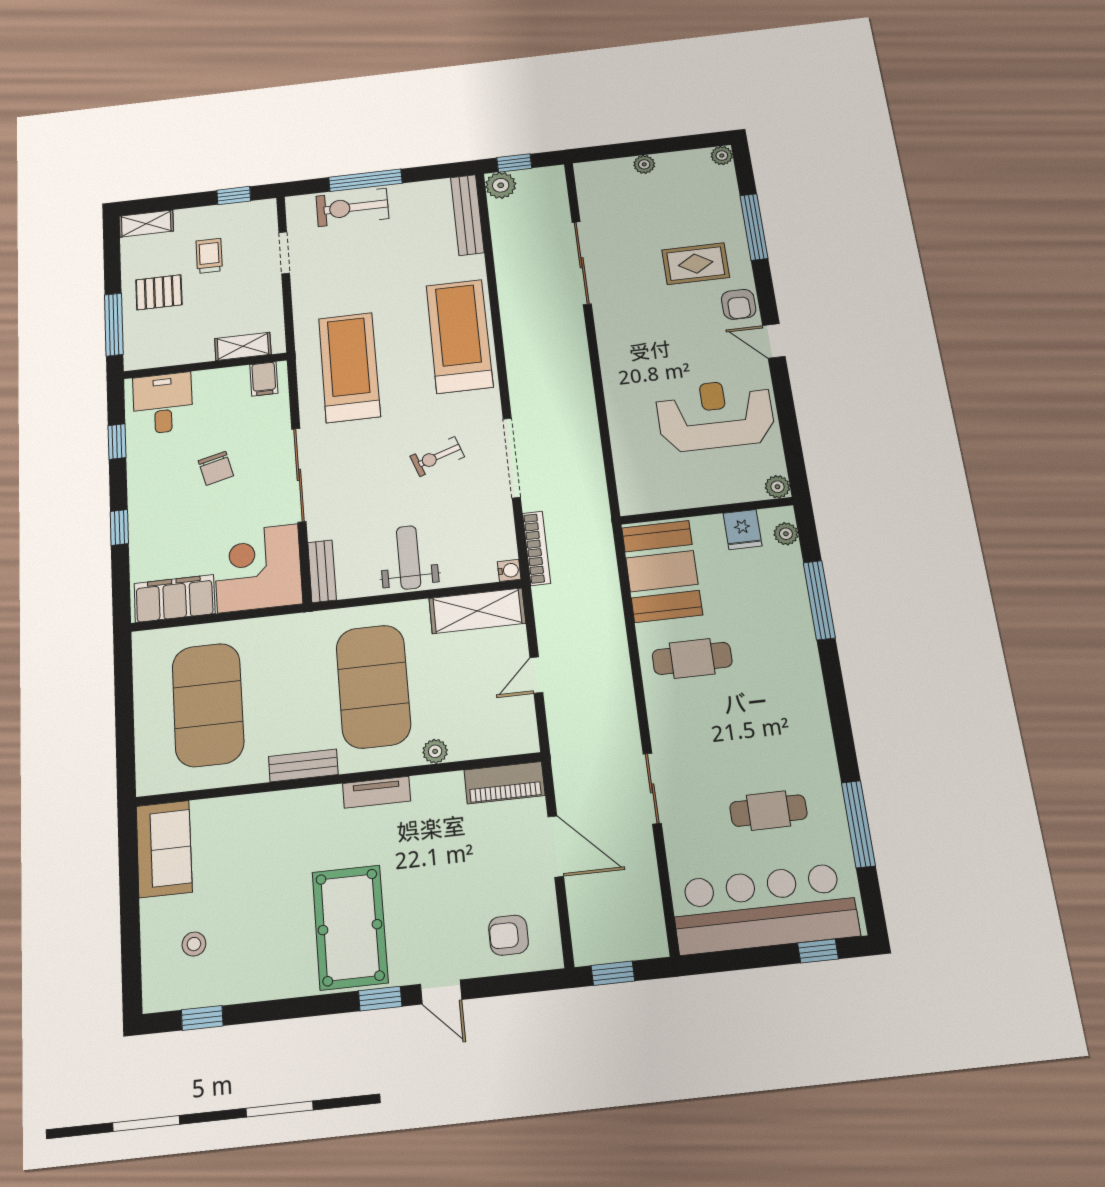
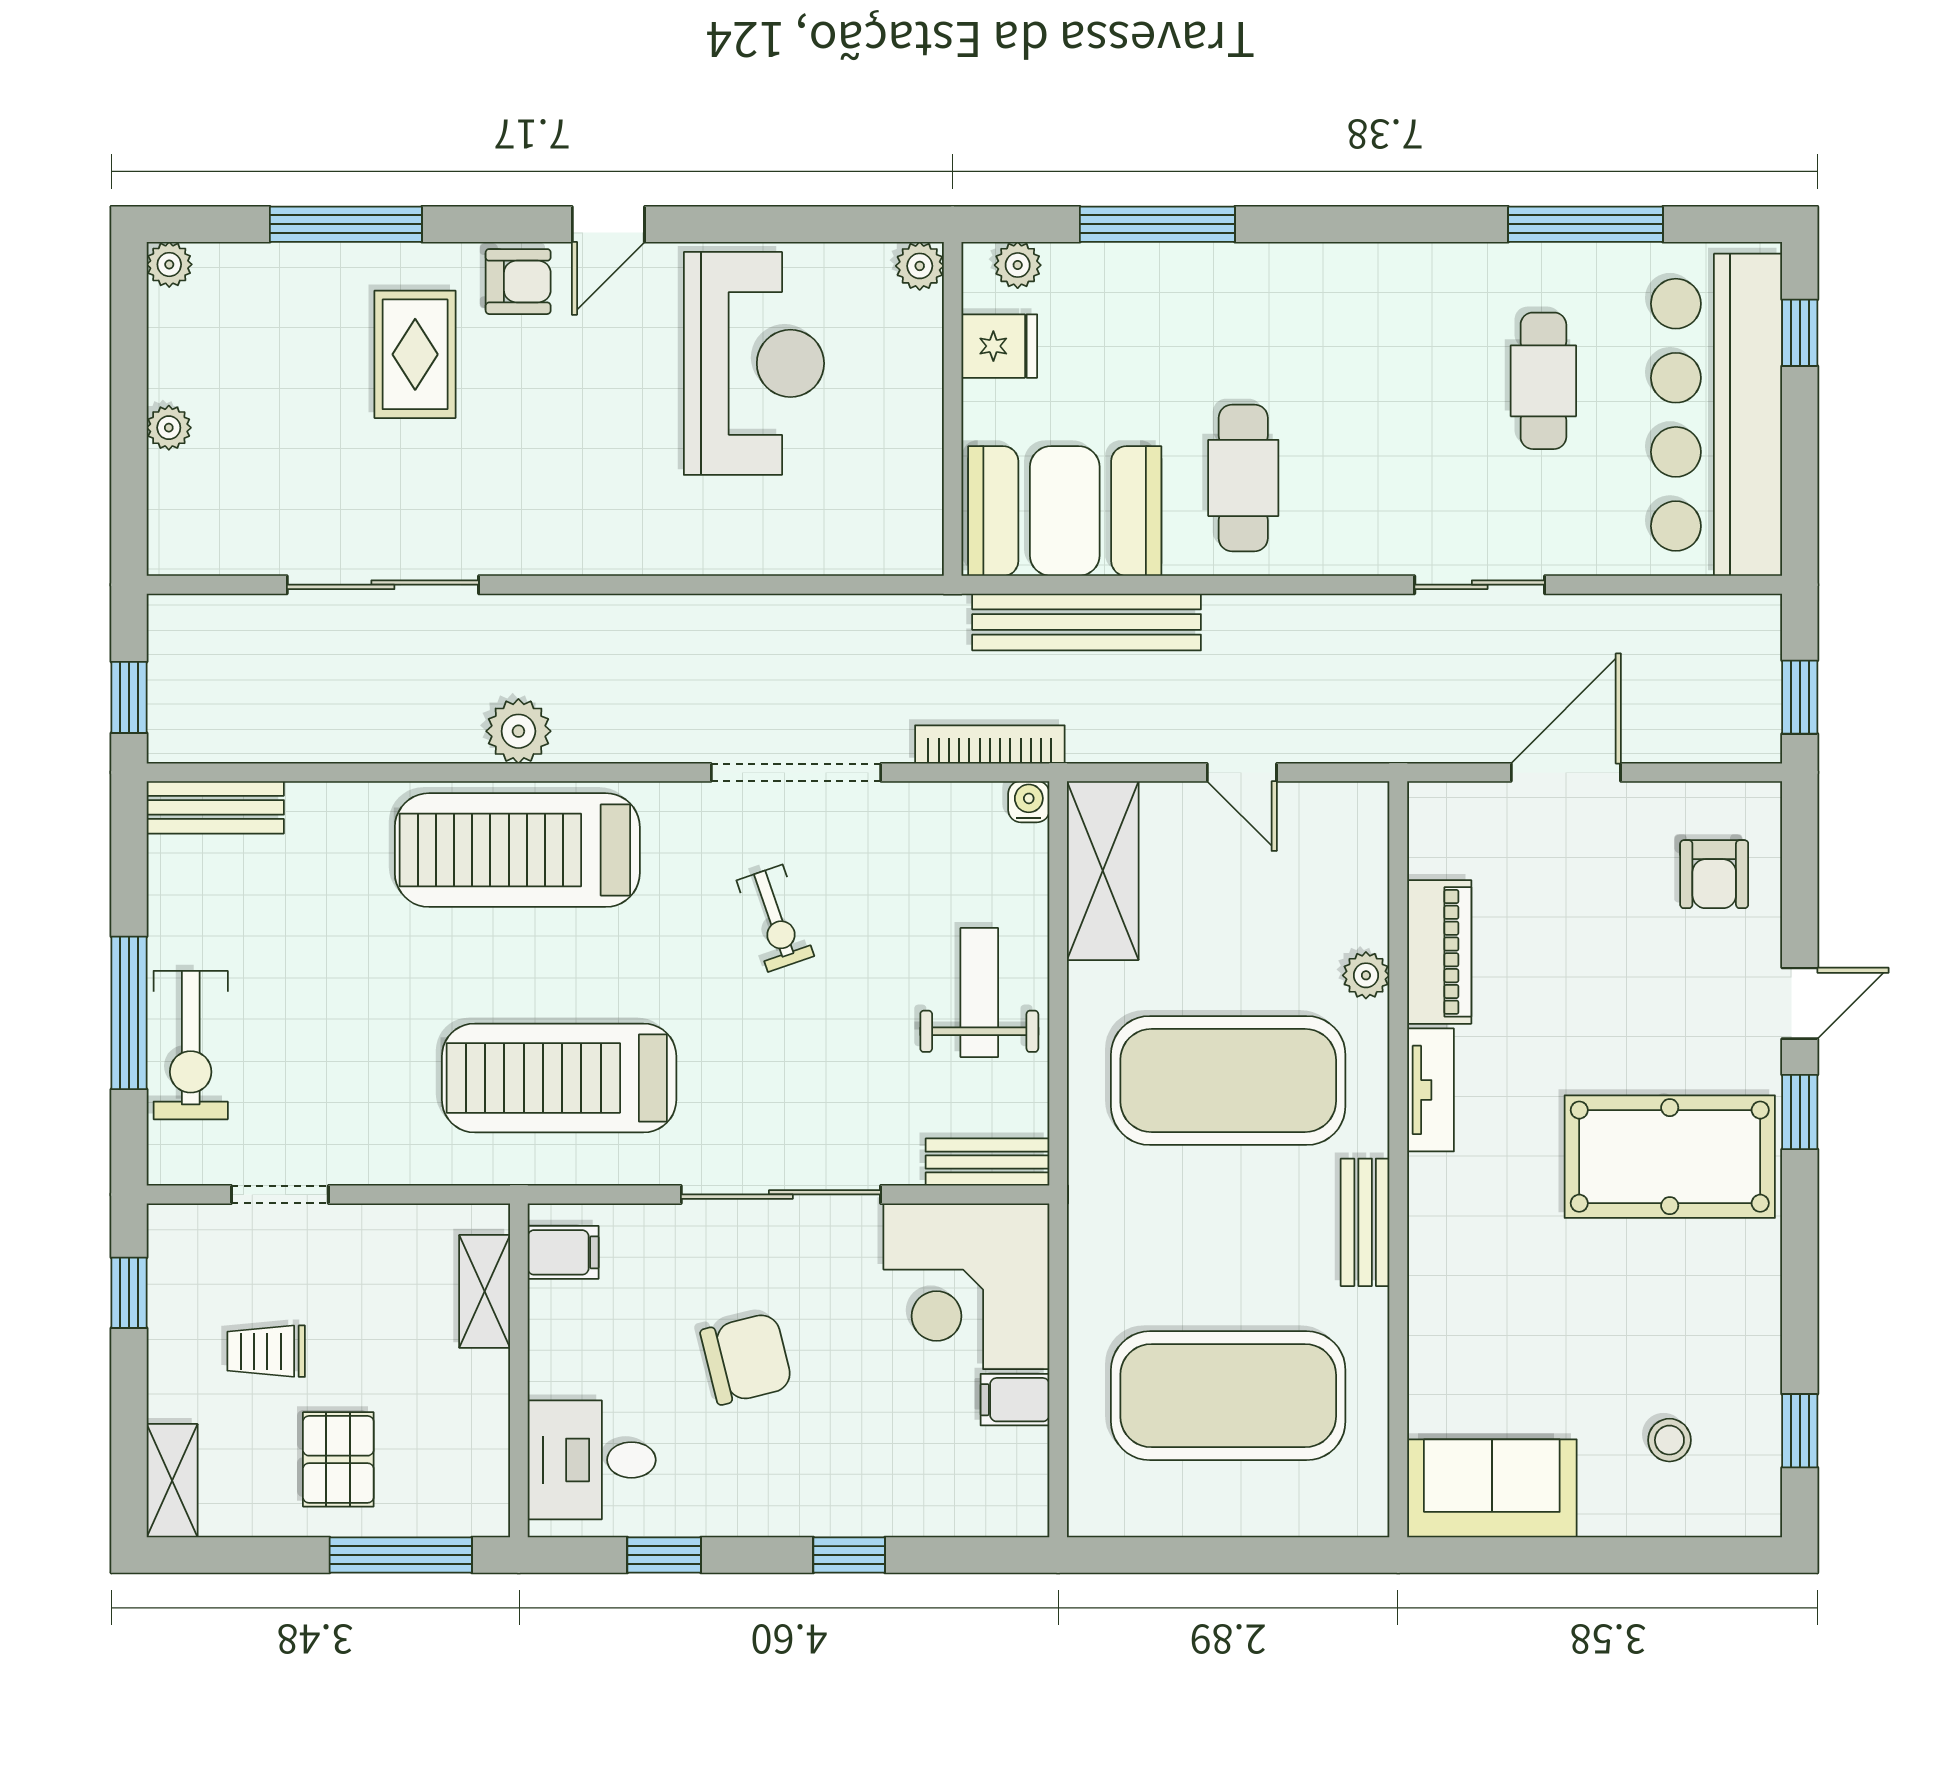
plant: (501, 185) -> (518, 731), moved
bench: (467, 215) -> (215, 807), width x0.73
reception desk: (715, 415) -> (754, 363), turned 180
chair: (216, 468) -> (746, 1359), width x1.37, depth x1.37
weight bench: (409, 557) -> (979, 992), turned 90
bench: (606, 588) -> (1087, 622), added
filing cabinet: (175, 598) -> (1015, 1400), width x0.33, depth x0.86
piano: (504, 783) -> (1439, 952), moved

